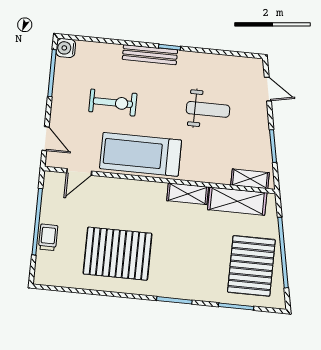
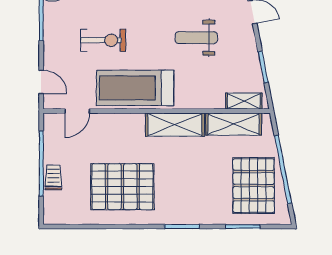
weight bench: (208, 109) -> (196, 38), turned 180
shelving: (188, 194) -> (175, 125), width x1.50, depth x1.33

